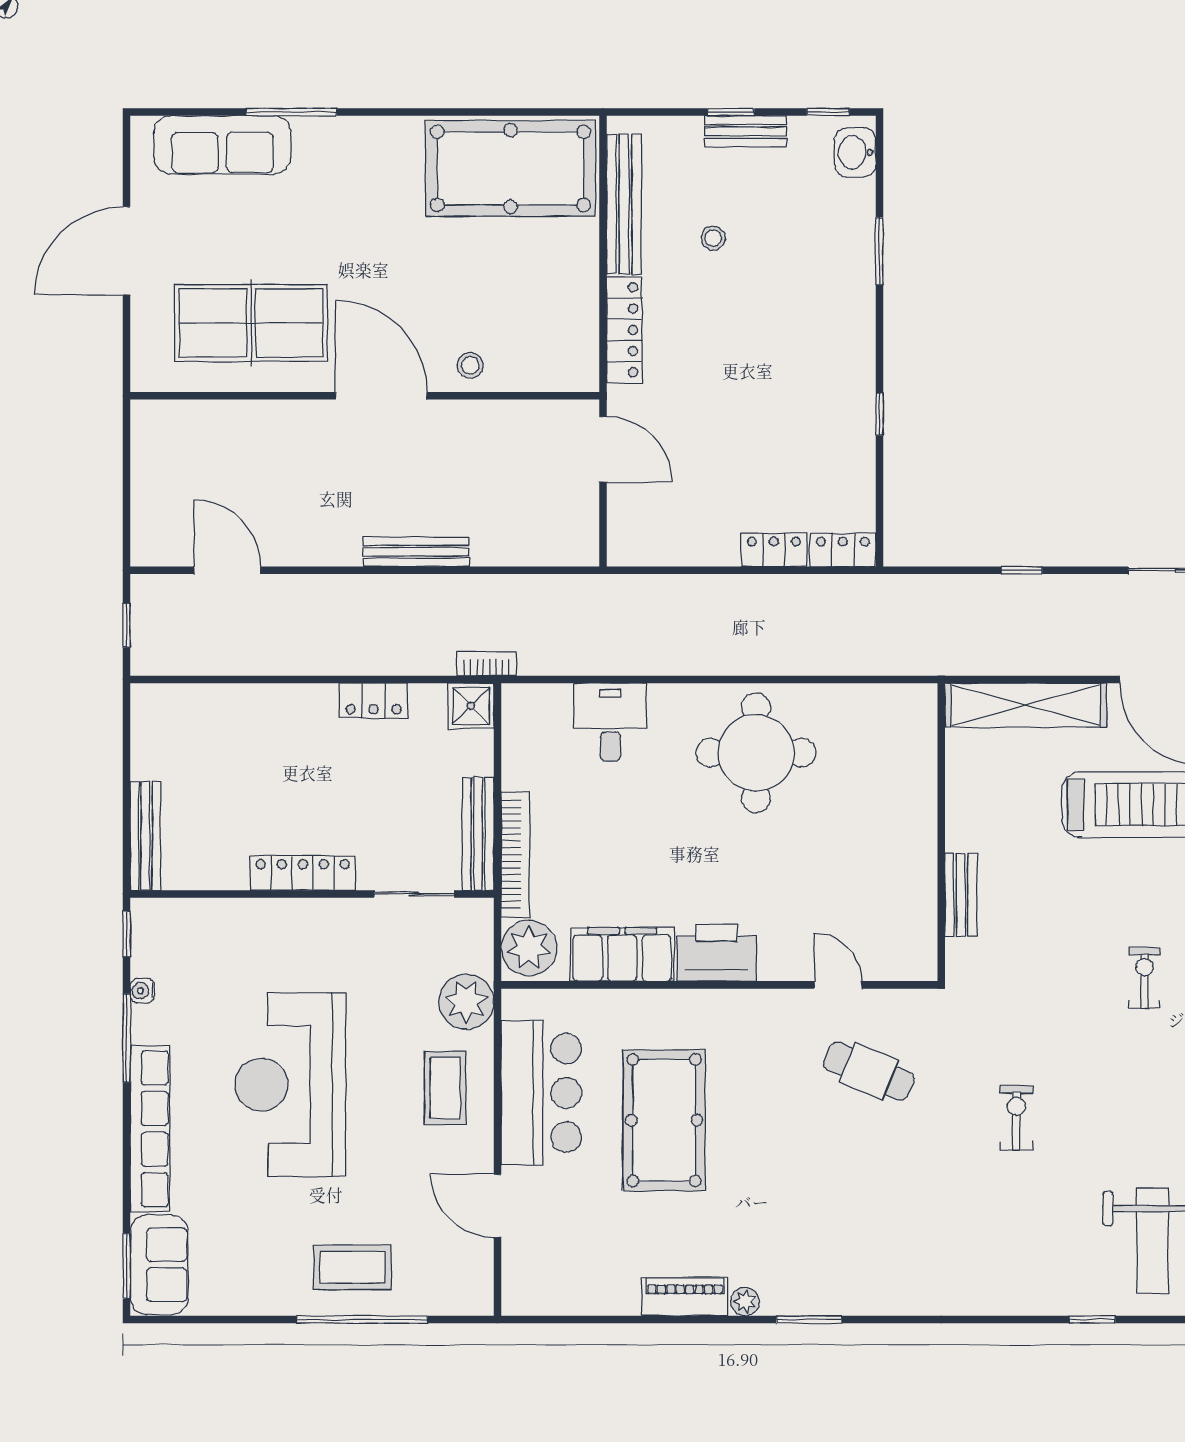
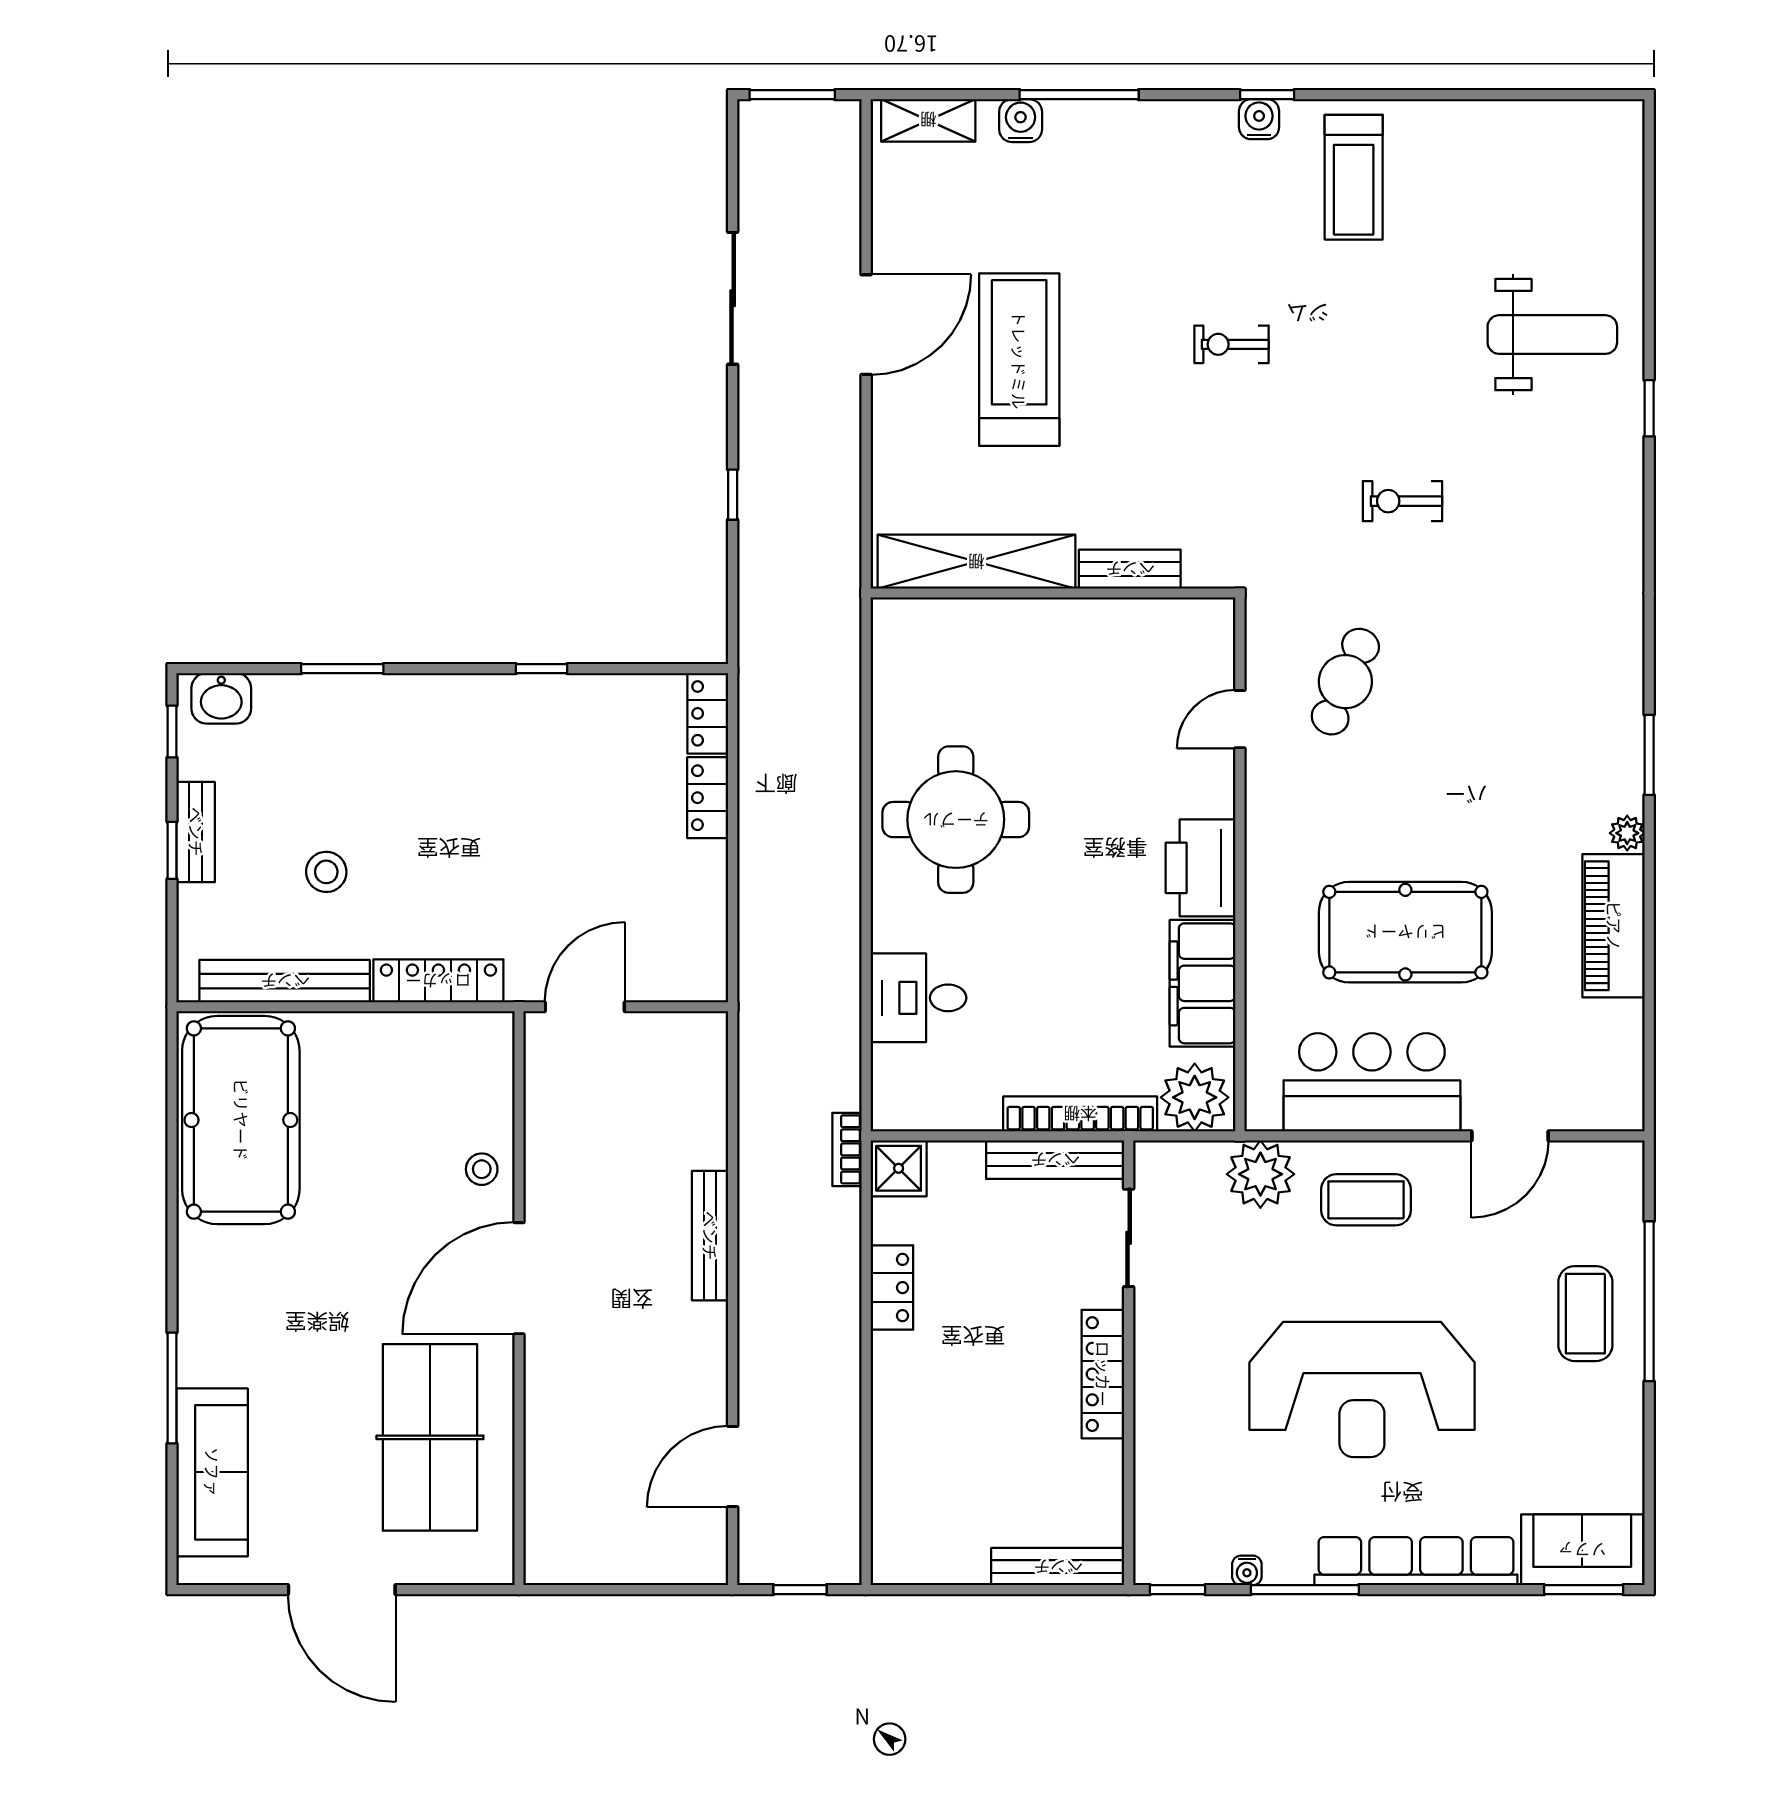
stool: (713, 238) -> (326, 872), width x1.37, depth x1.37
shelving: (1026, 705) -> (976, 562), moved, turned 90
piano: (685, 1297) -> (1614, 926), width x1.37, depth x1.33

